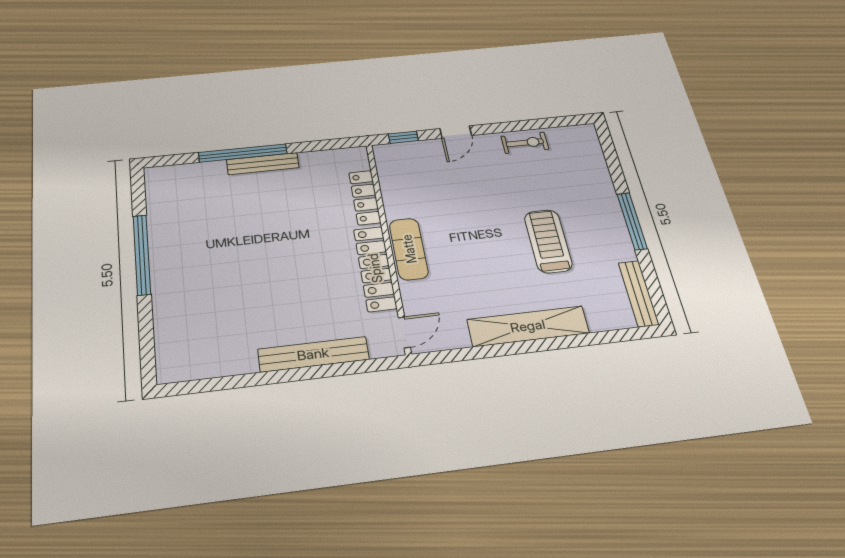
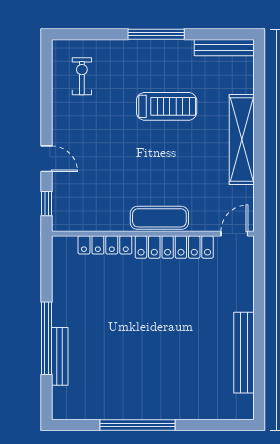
exercise bike: (525, 143) -> (82, 76), moved
bench: (263, 164) -> (60, 356), moved
treadmill: (548, 241) -> (167, 106), turned 180
door: (404, 332) -> (234, 234), hinge flipped
bench: (313, 354) -> (244, 353), moved

